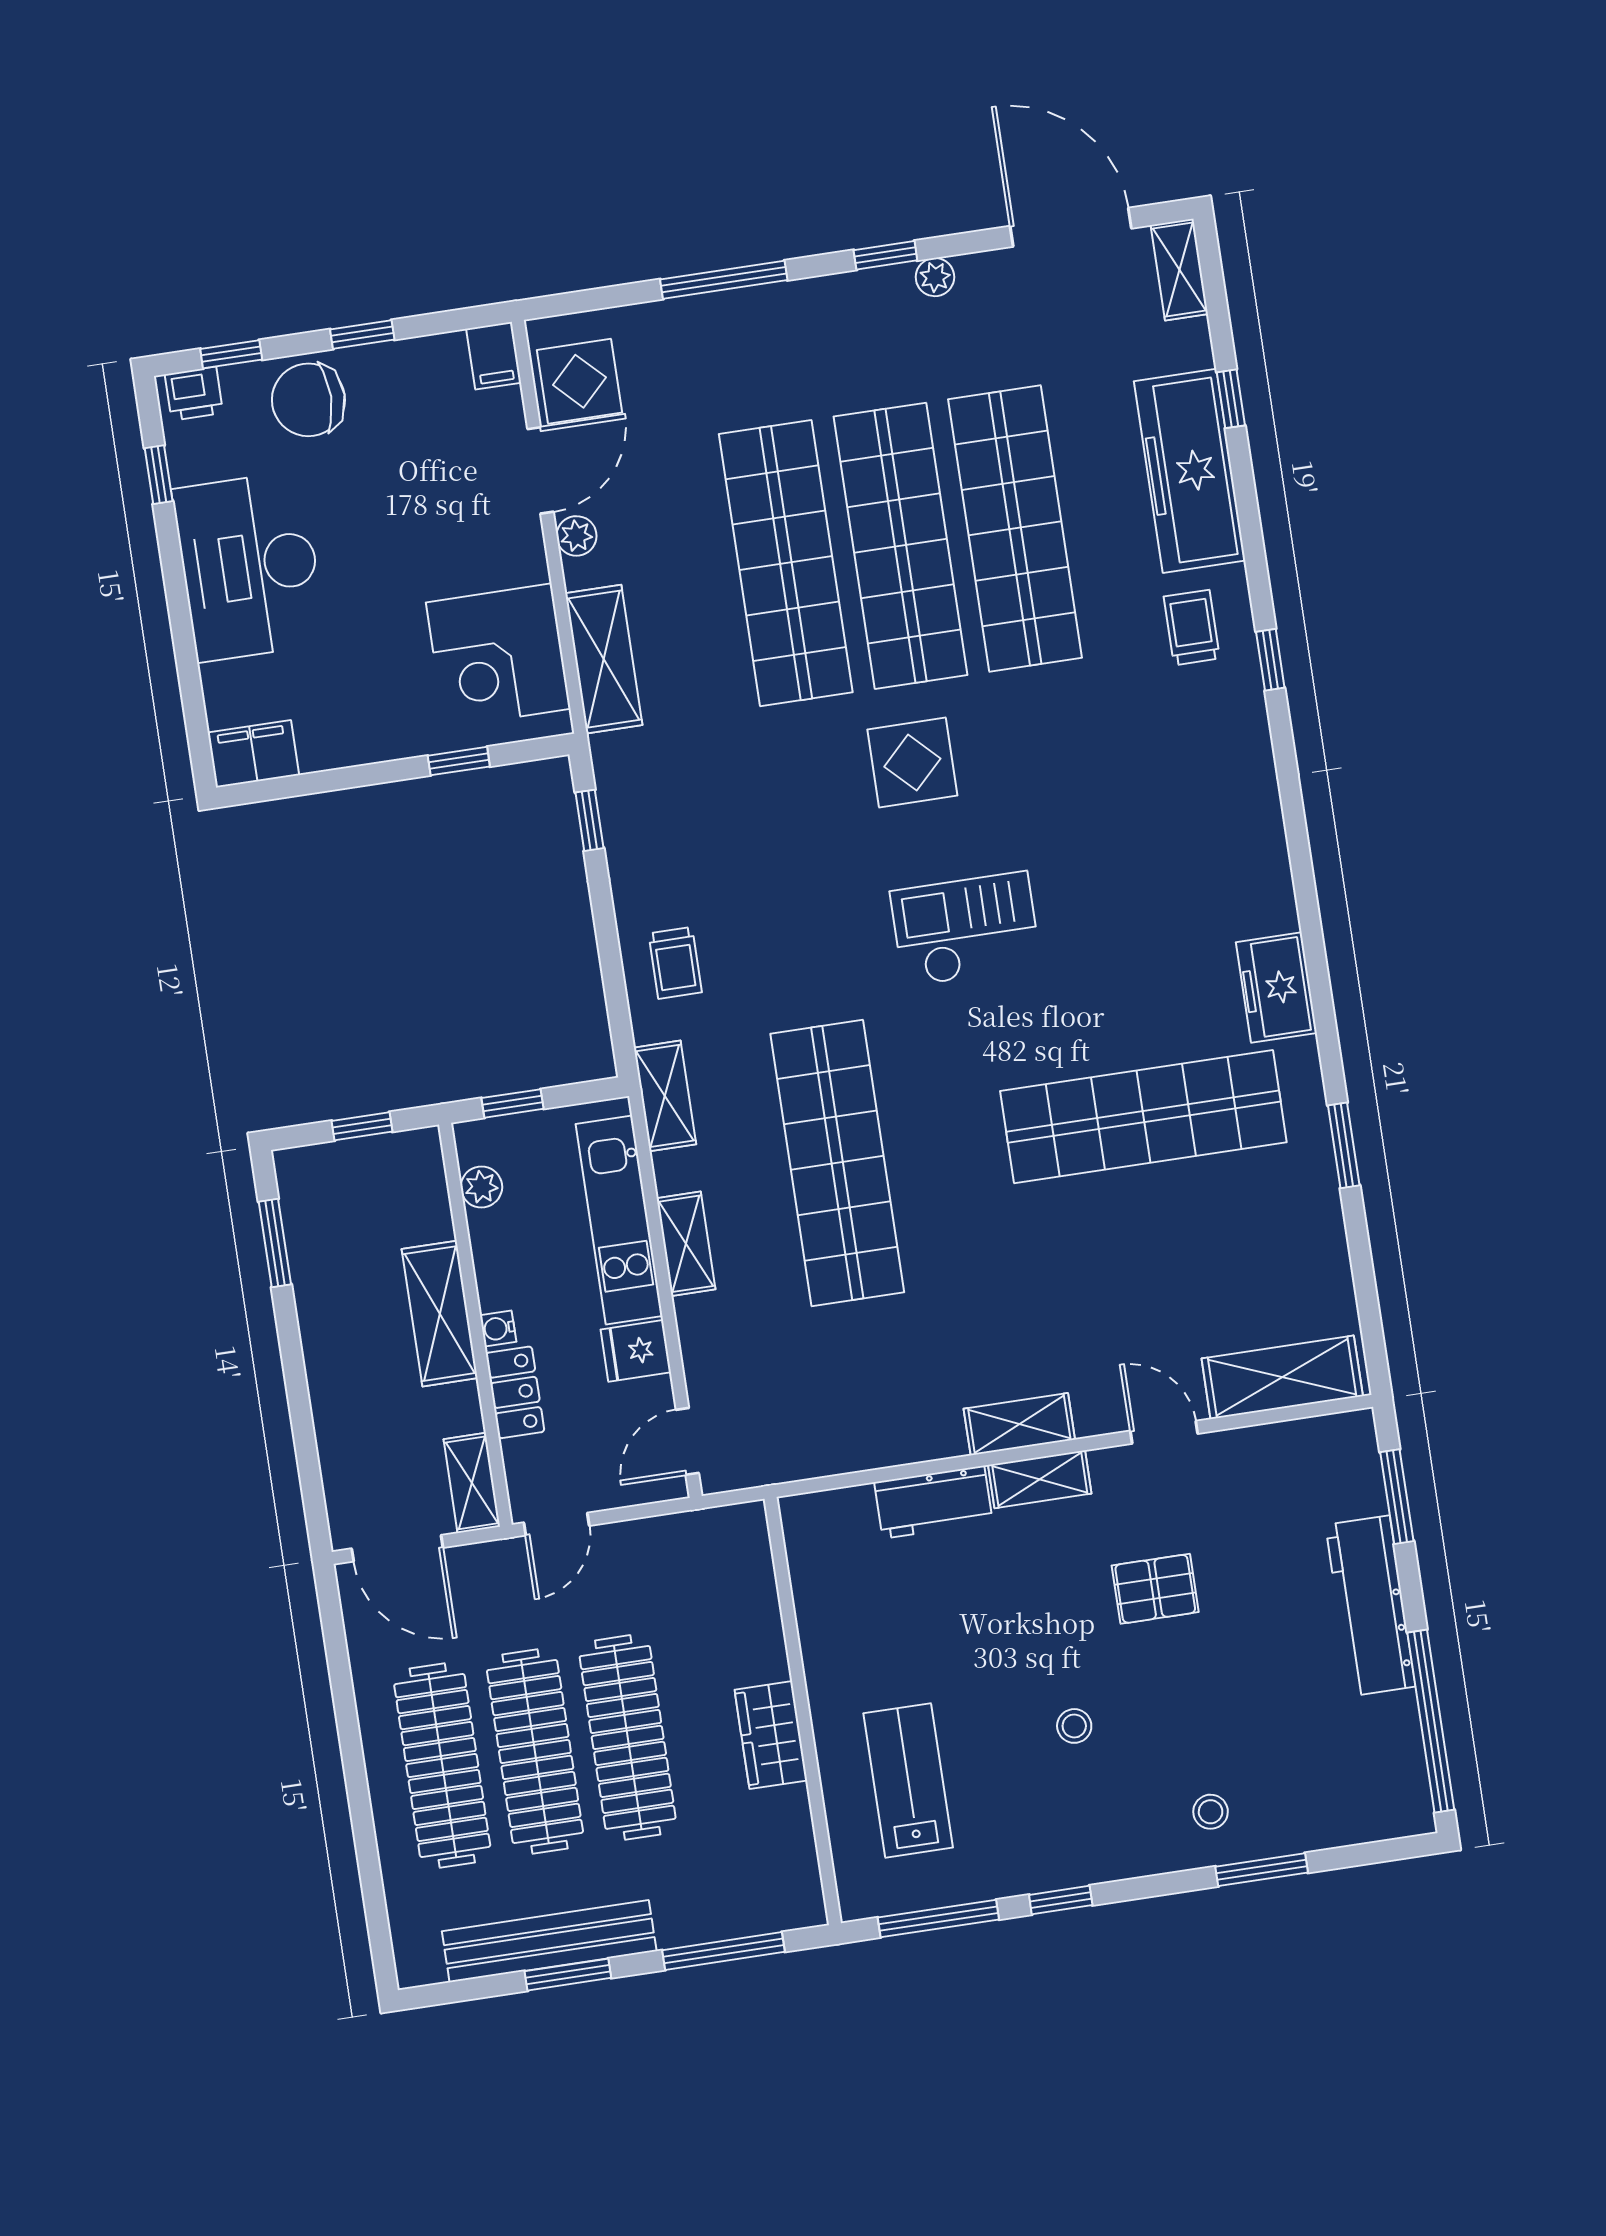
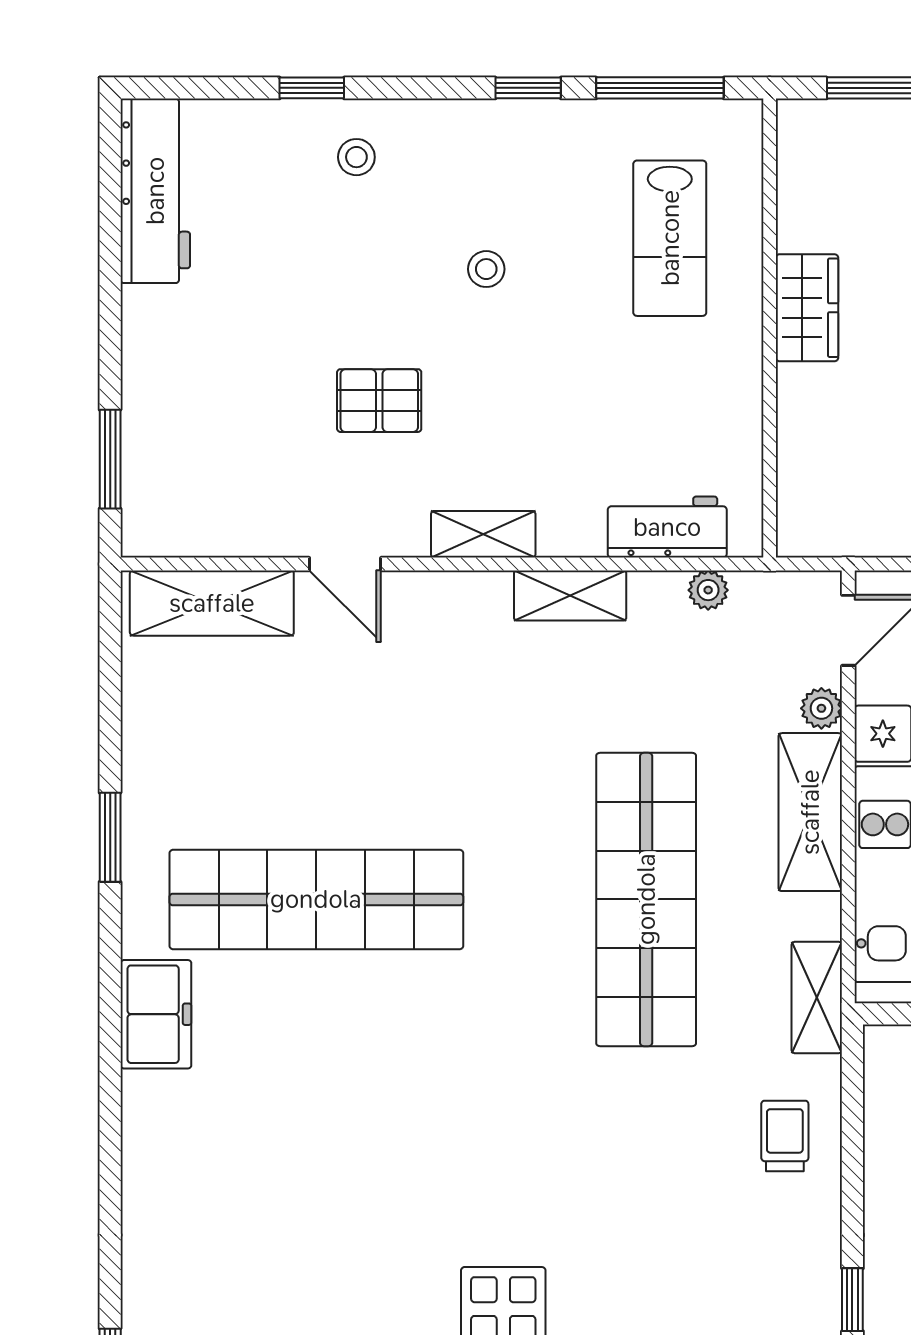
checkout: (966, 929) -> (474, 1125), removed
shelving: (686, 1244) -> (810, 812), width x1.50, depth x1.33
plant: (701, 1365) -> (821, 708), added
shelving: (1019, 1424) -> (570, 596), moved
plant: (823, 1459) -> (708, 590), added
workbench: (933, 1502) -> (667, 527), moved
workbench: (1370, 1606) -> (155, 191), moved
window: (1431, 1721) -> (110, 217), removed
window: (1262, 1870) -> (312, 88), width x0.67

